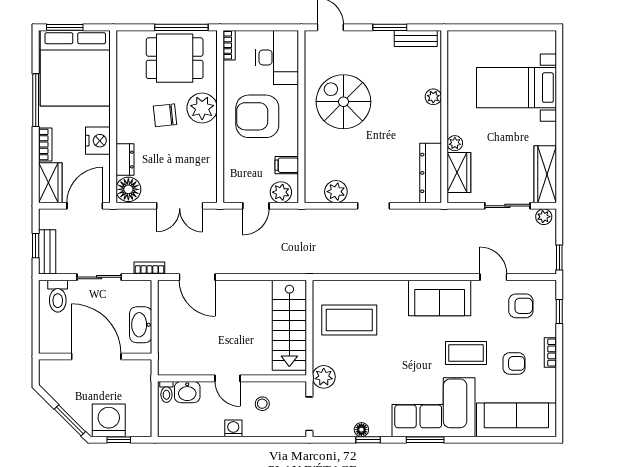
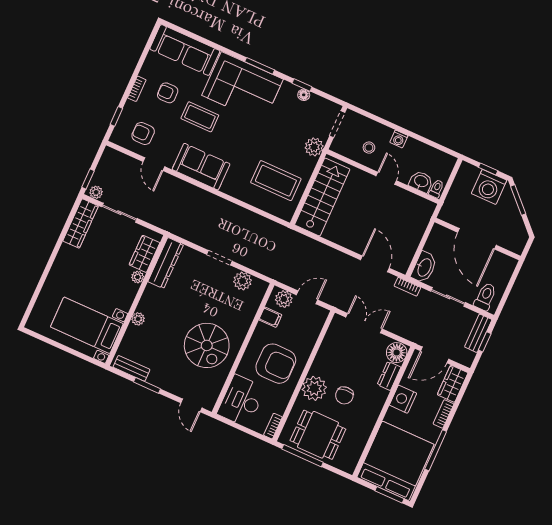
bed with nightstands: (516, 88) -> (87, 325), moved, turned 180
chair: (165, 115) -> (344, 395), turned 92
window: (559, 258) -> (88, 179), moved
washbasin: (141, 325) -> (424, 267), moved

